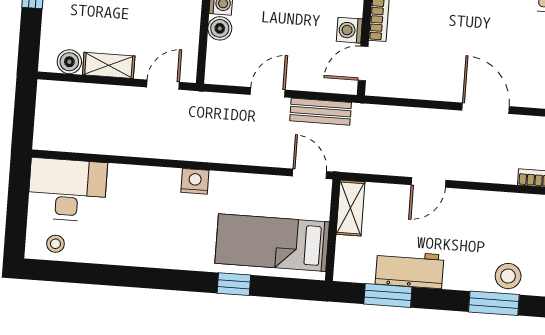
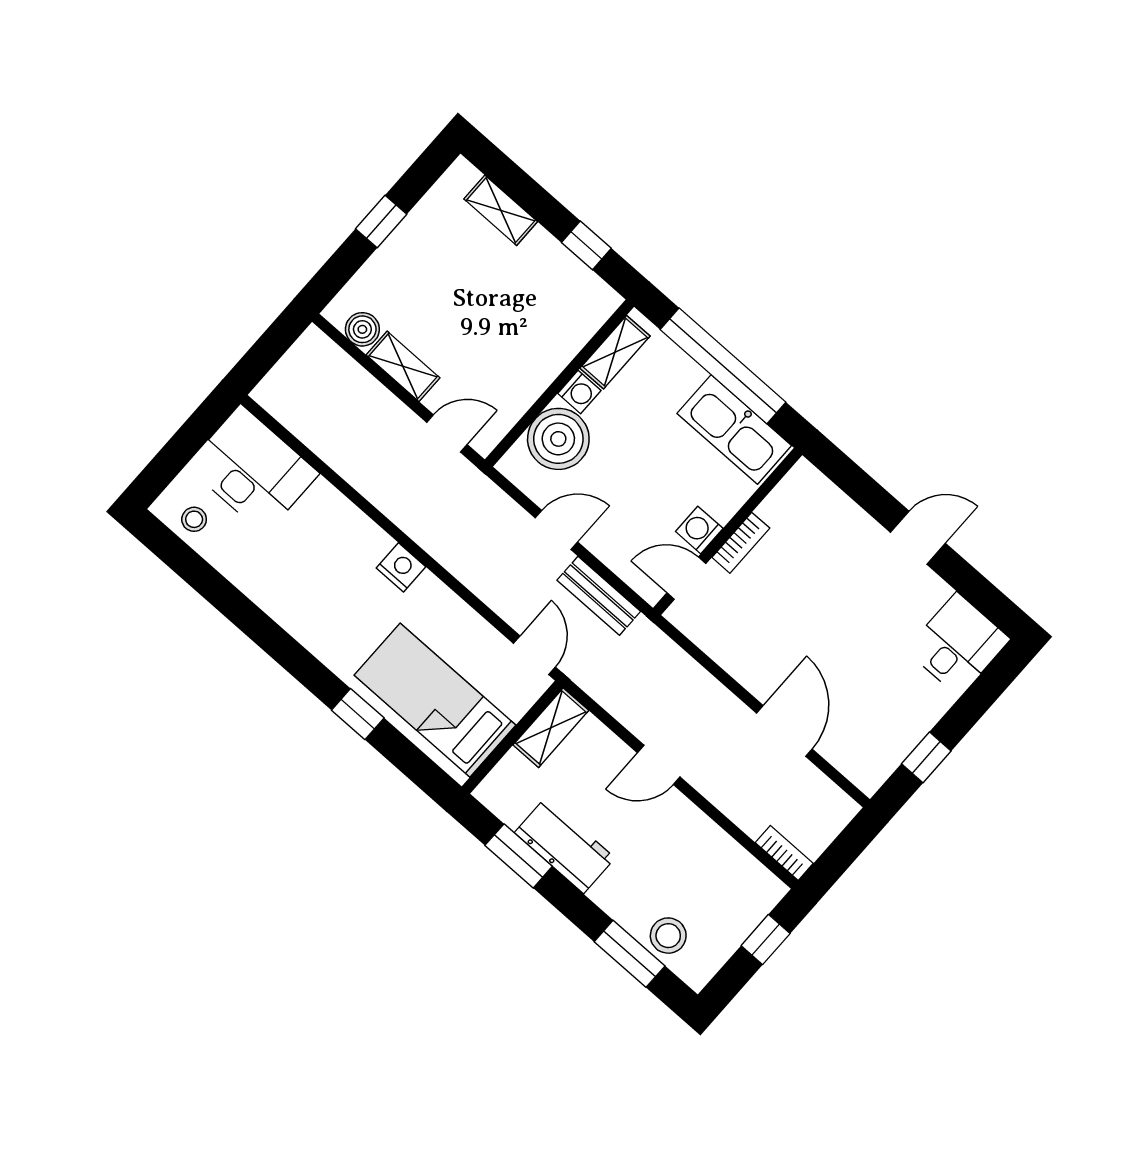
boiler: (220, 28) -> (558, 439), width x1.86, depth x1.86

